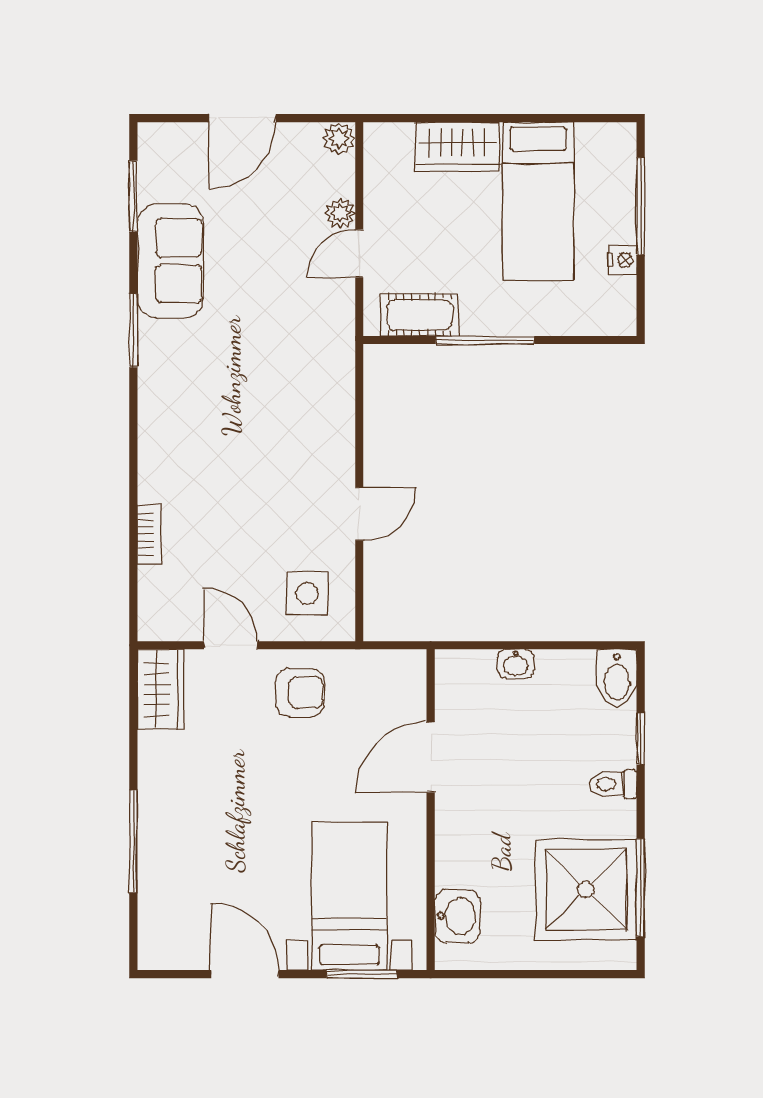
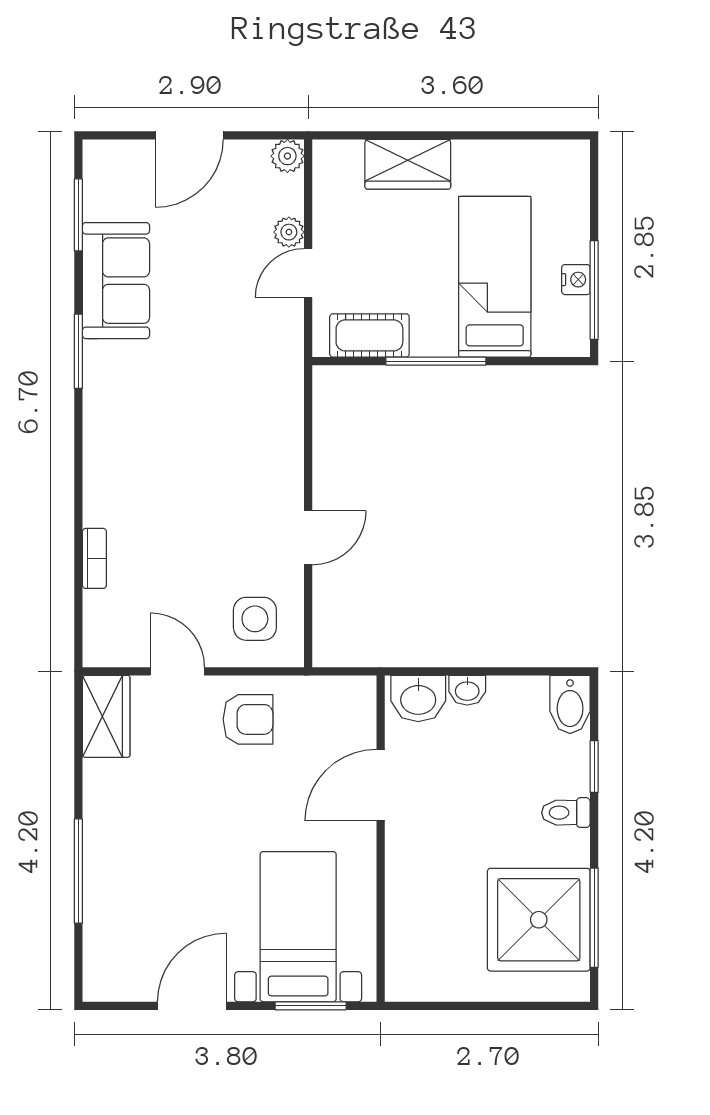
bed: (538, 201) -> (495, 277), moved, turned 180
window: (641, 206) -> (594, 290), moved
washbasin: (457, 916) -> (418, 699), moved, turned 90
door: (245, 974) -> (192, 1006), hinge flipped

